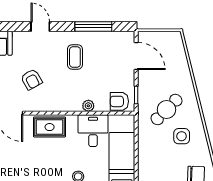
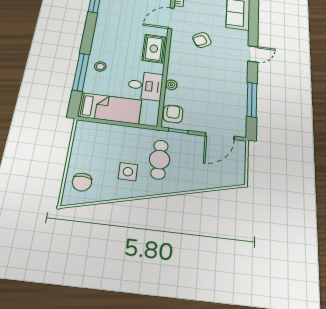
coffee table: (75, 57) -> (222, 79), removed
cafe table: (167, 110) -> (160, 160), turned 45

